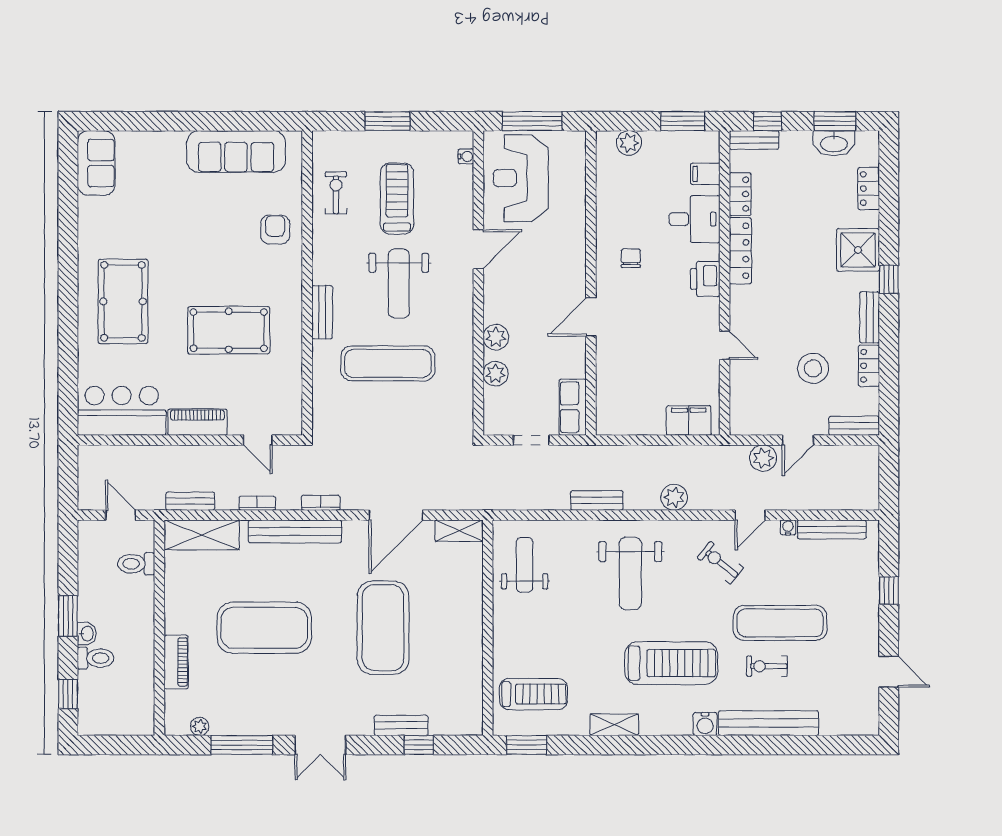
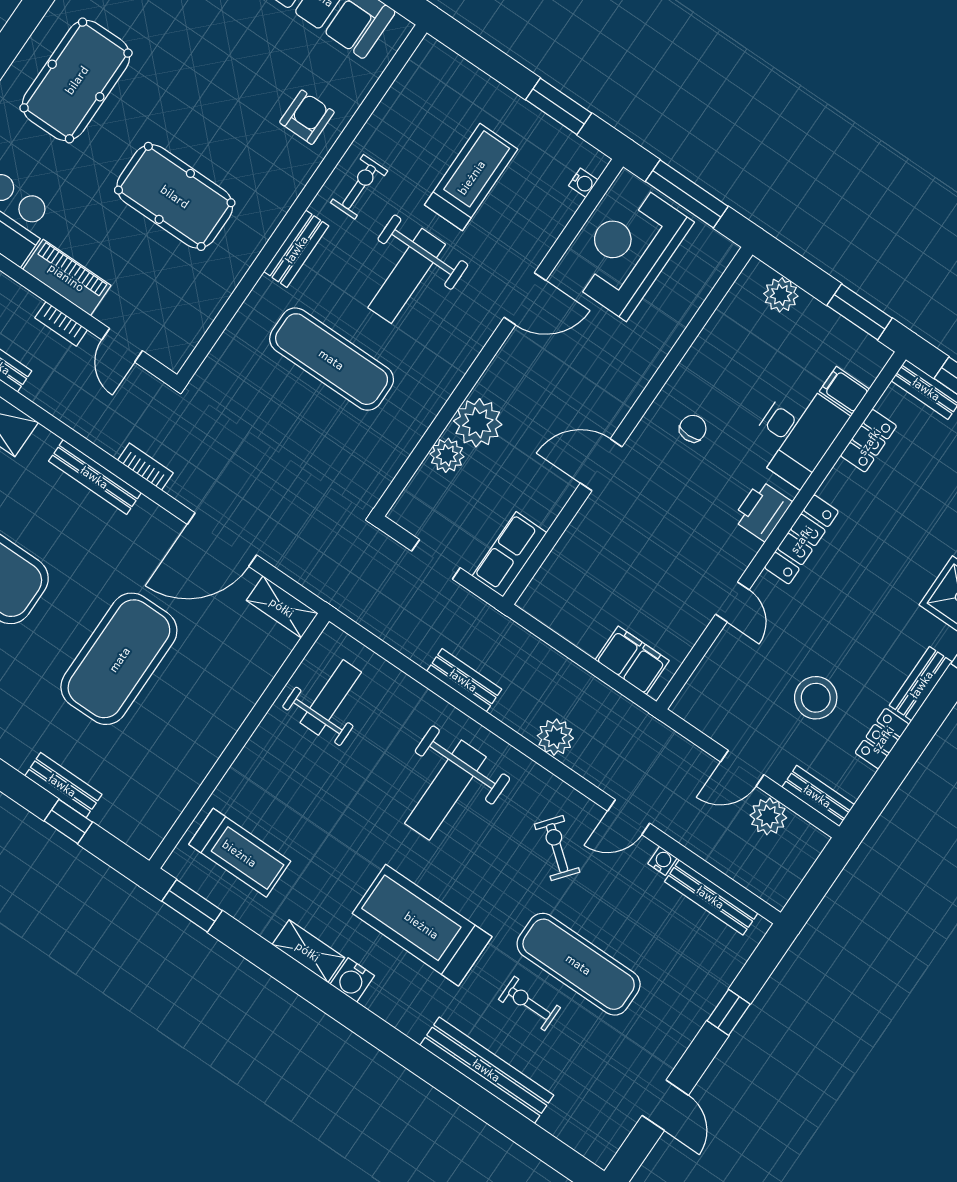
window: (387, 121) -> (559, 106), moved
exercise bike: (336, 193) -> (359, 187), moved
desk: (694, 219) -> (797, 434), width x1.37
locker: (740, 251) -> (801, 539), moved
plant: (496, 337) -> (478, 423), width x1.36, depth x1.36
plant: (763, 458) -> (768, 816), moved
bookcase: (257, 503) -> (61, 324), moved, turned 180
bench: (295, 531) -> (95, 477), width x0.73, depth x0.82
treadmill: (671, 663) -> (422, 925), turned 180
water cooler: (705, 724) -> (352, 980), moved

